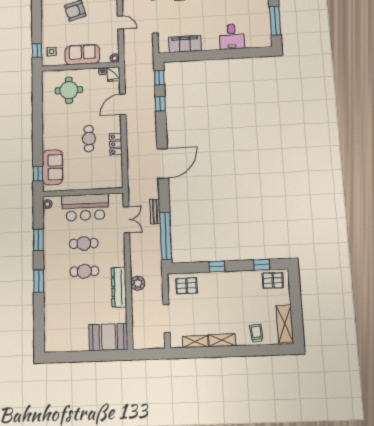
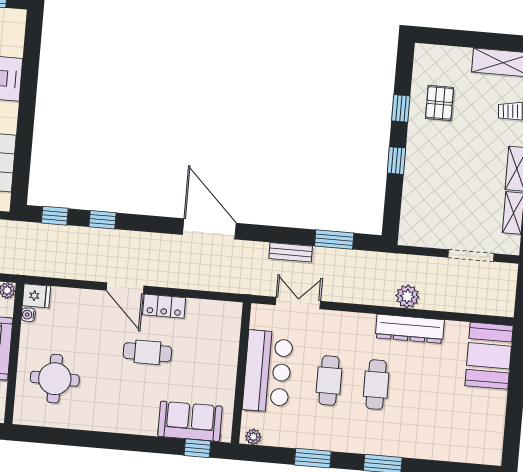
door: (123, 104) -> (125, 288), moved
window: (166, 236) -> (334, 240), width x0.47
window: (262, 265) -> (401, 108), moved
pallet: (273, 280) -> (440, 103), moved
pallet: (187, 286) -> (422, 215), removed

